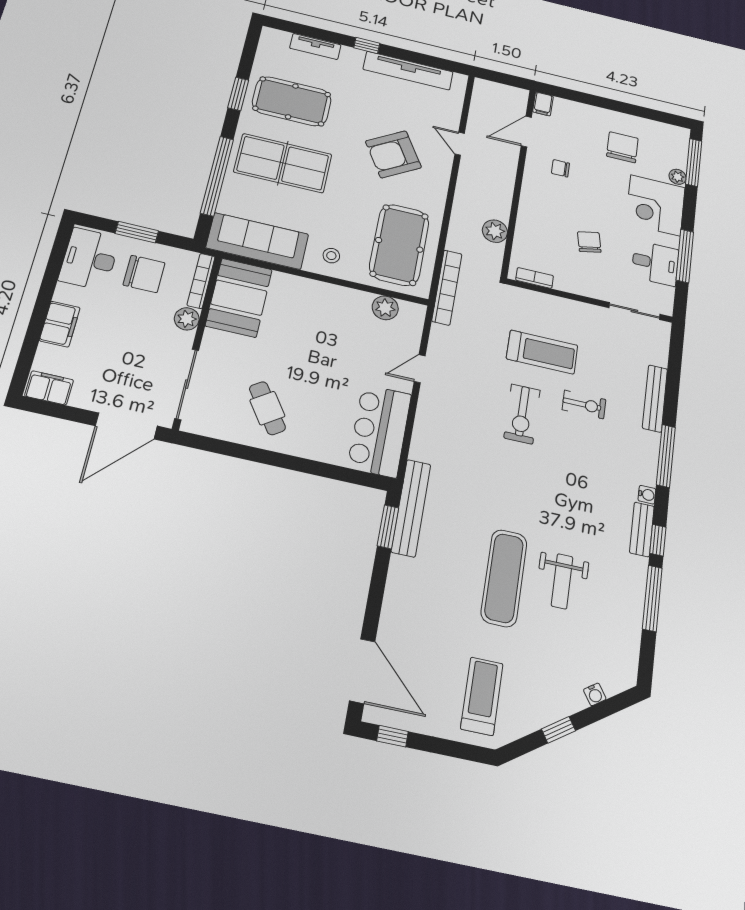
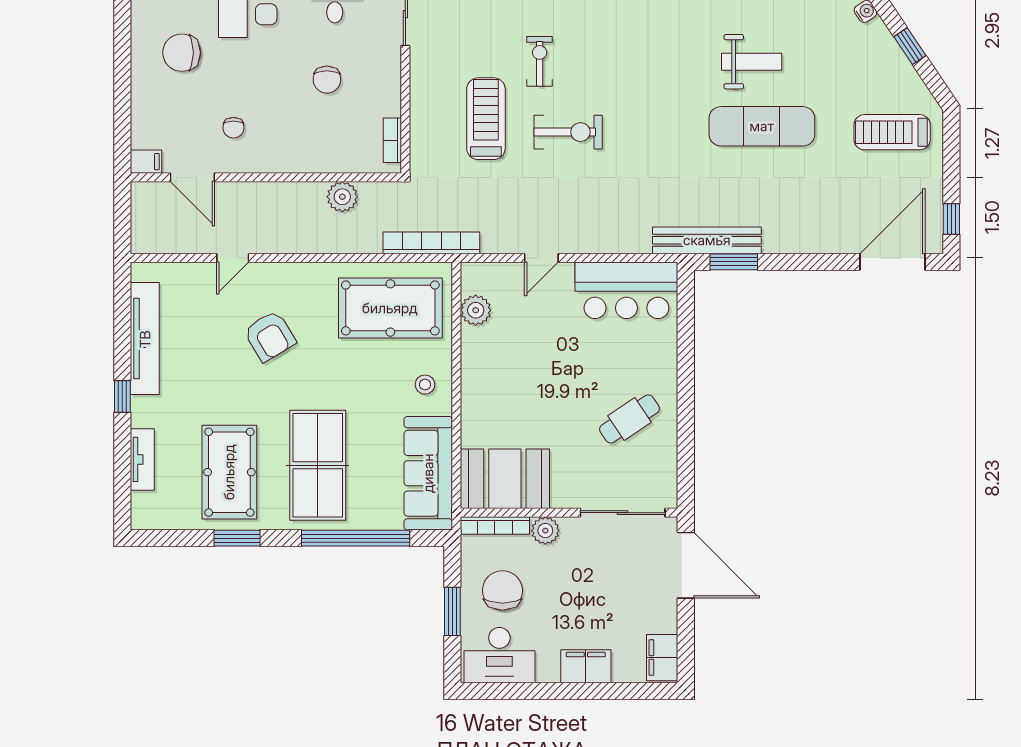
armchair: (393, 154) -> (270, 336), width x0.73, depth x0.73
chair: (589, 242) -> (327, 80), turned -78
door: (420, 369) -> (541, 258), hinge flipped

